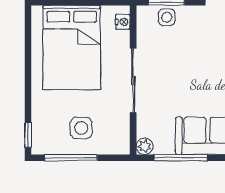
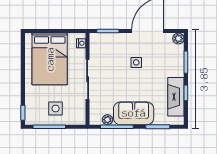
side table: (167, 17) -> (136, 62), moved
plant: (145, 146) -> (107, 120), moved

